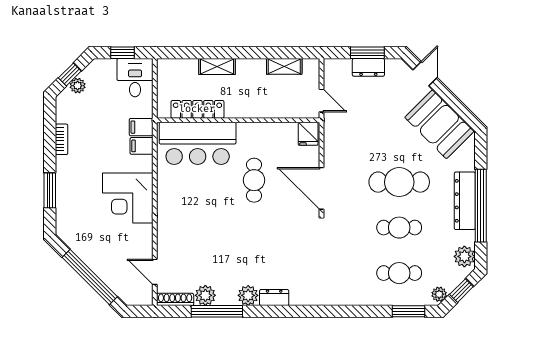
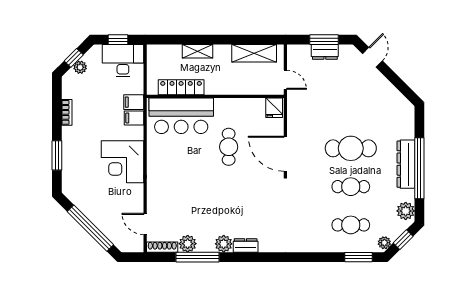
shelving: (284, 66) -> (254, 53), width x1.50, depth x1.33
desk: (135, 78) -> (123, 61), width x1.37
booth: (439, 124) -> (385, 100), removed

